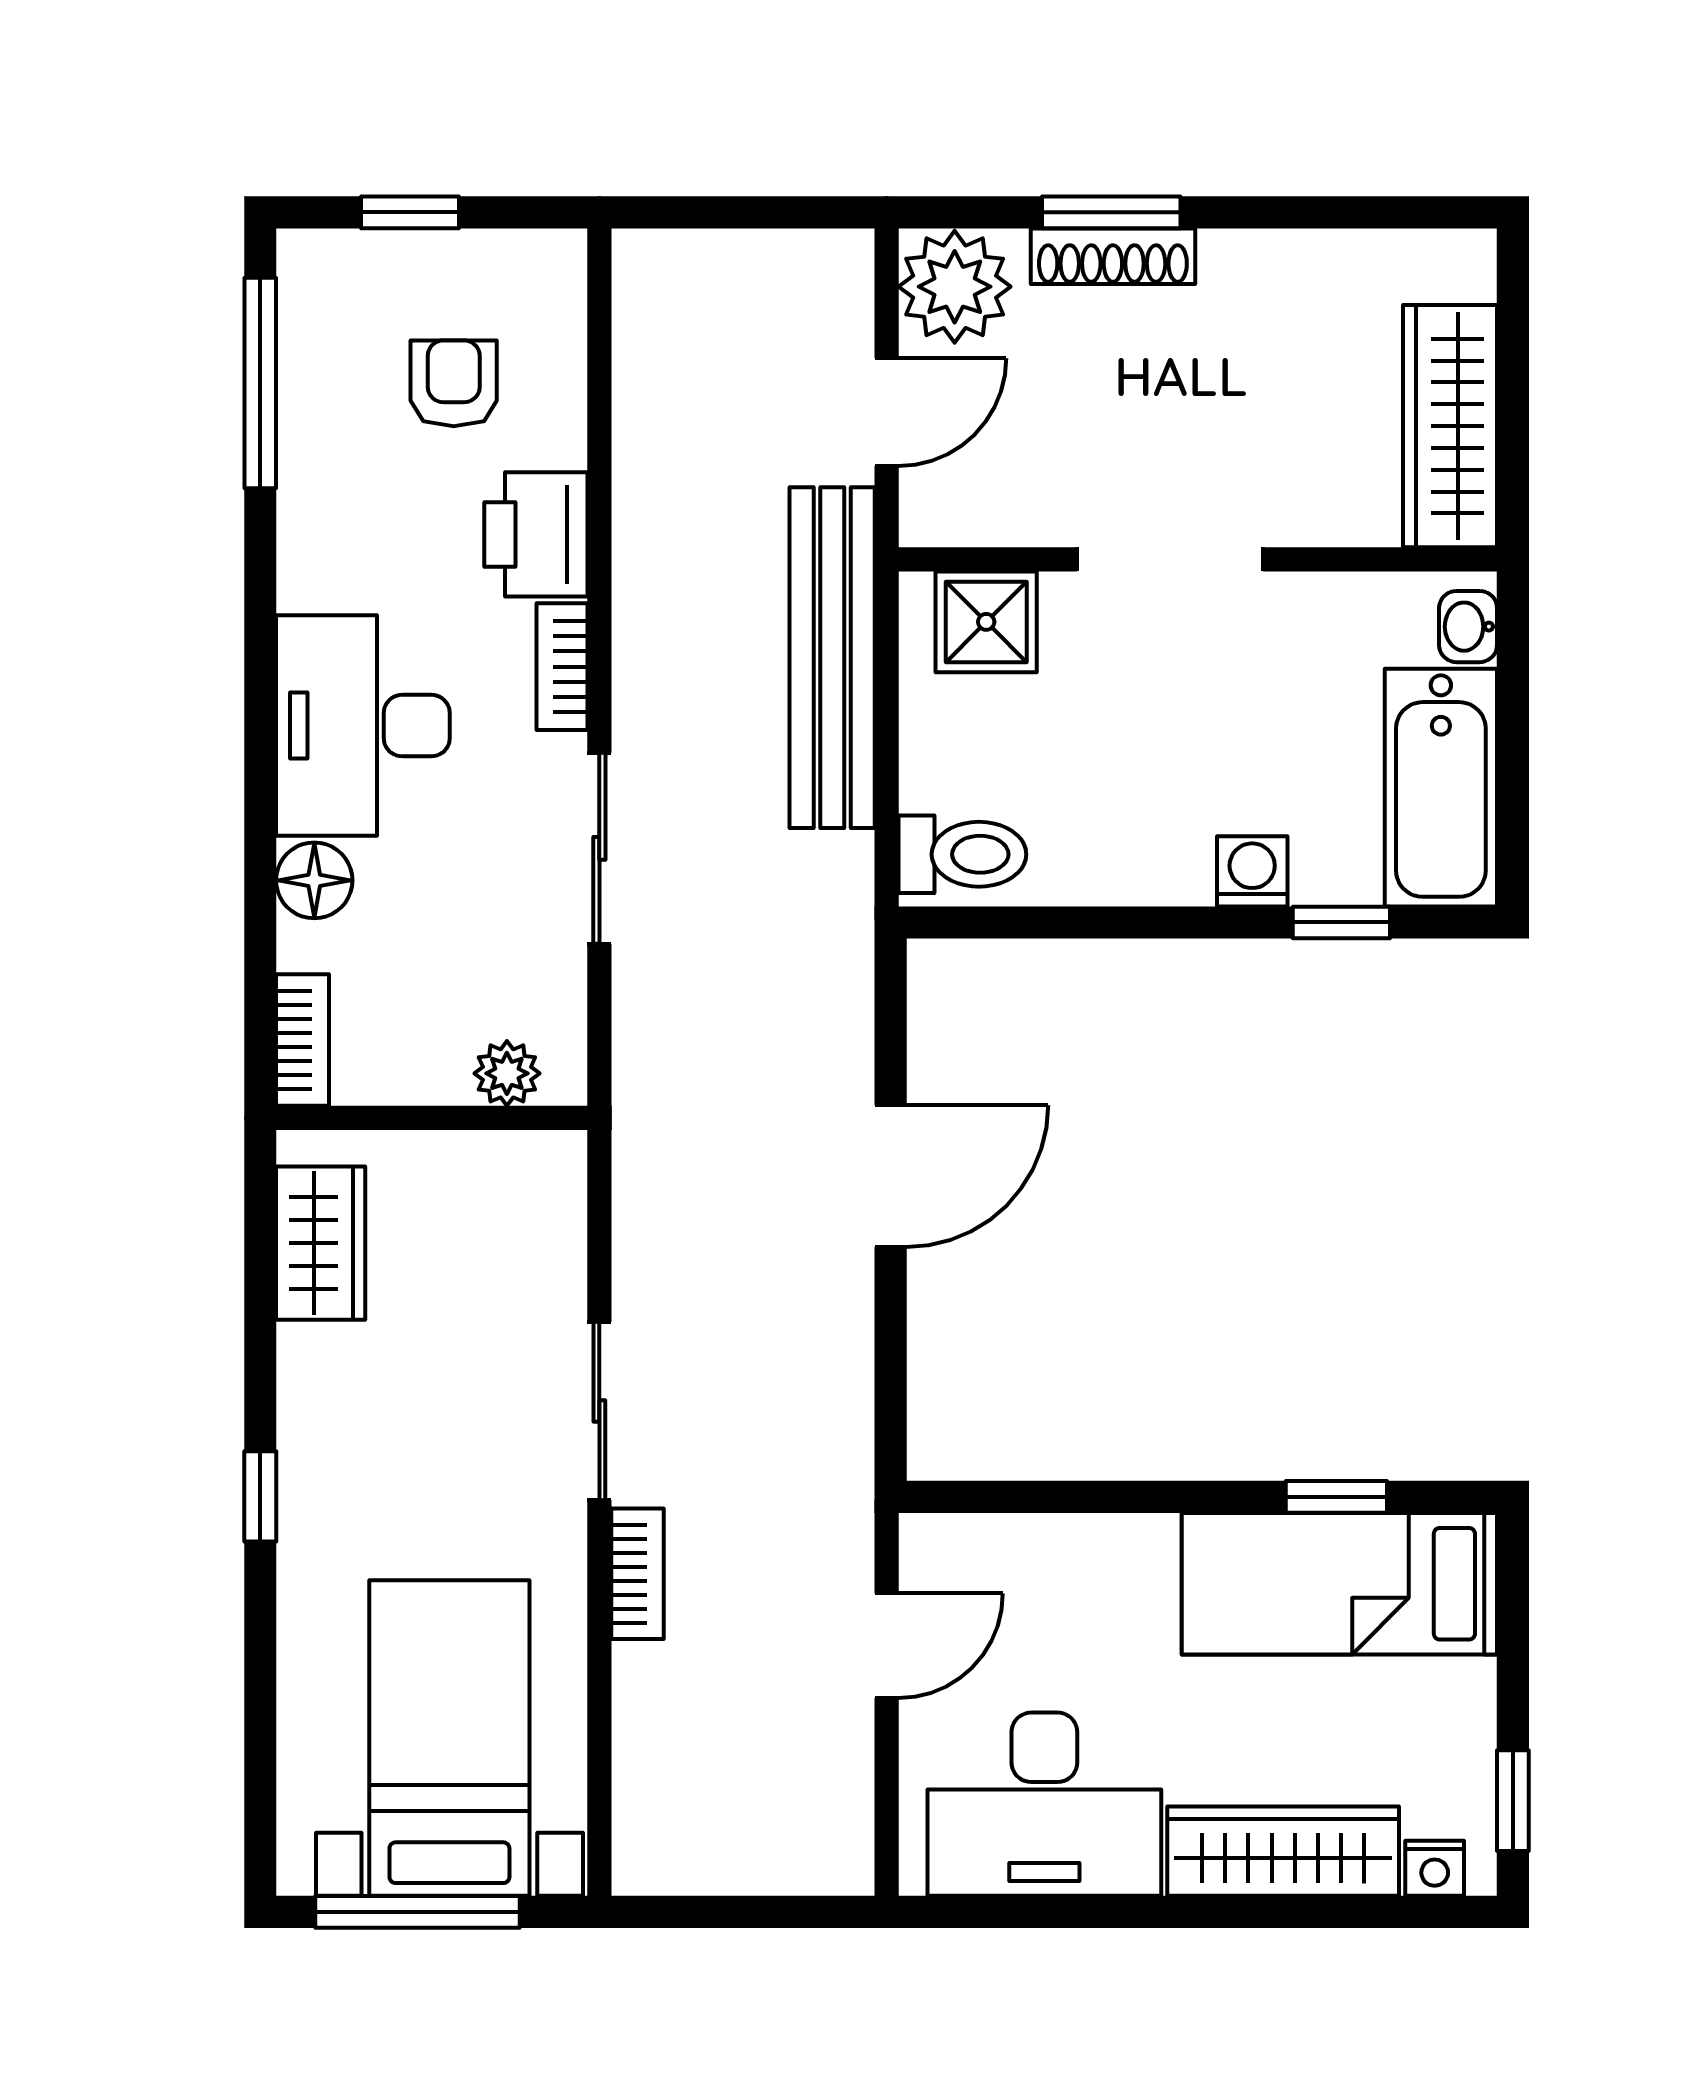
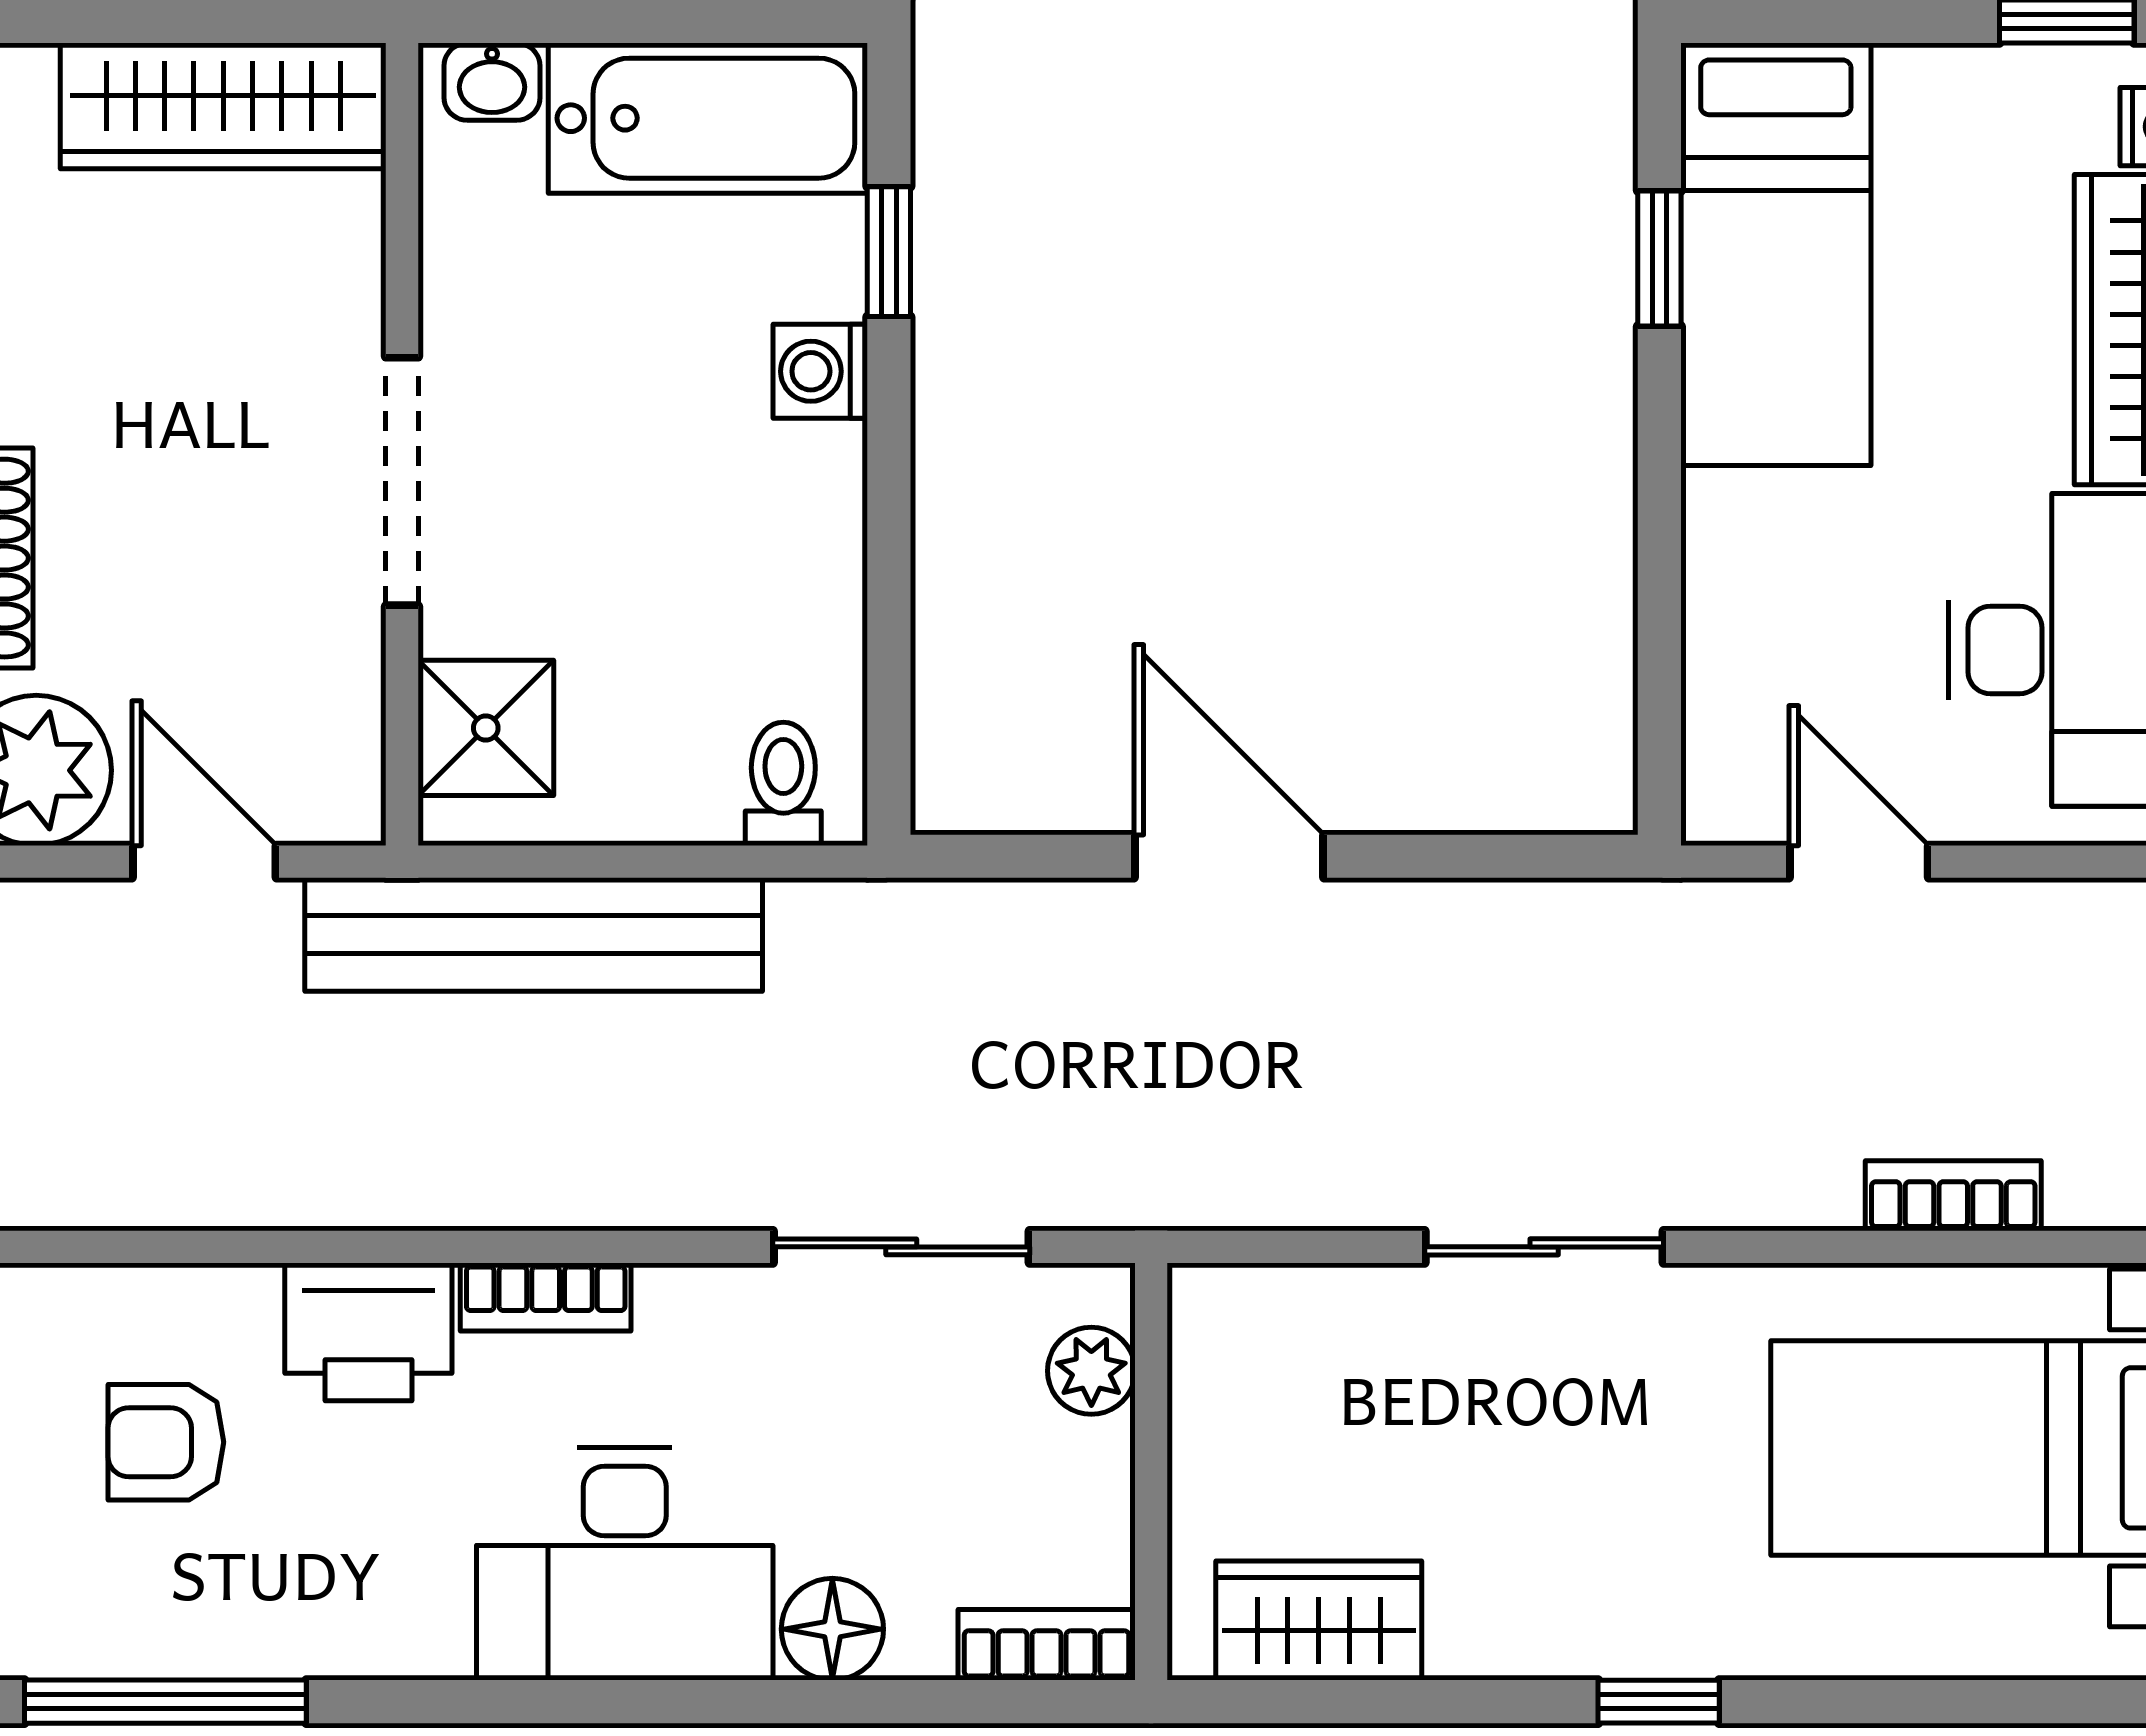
sliding door: (599, 848) -> (901, 1247), moved
toilet: (962, 854) -> (783, 784), width x0.73, depth x0.72
bookcase: (638, 1574) -> (1953, 1196), moved

